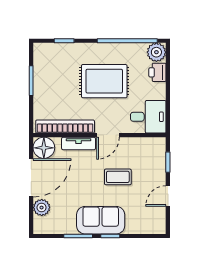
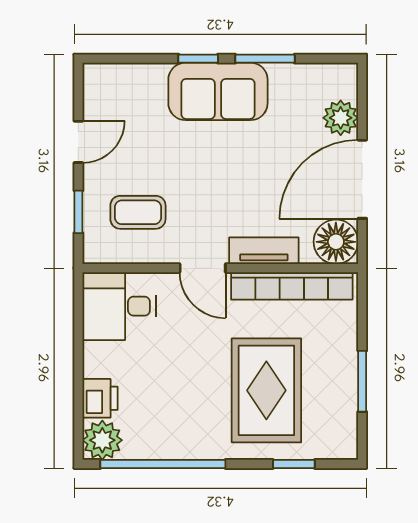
rug: (104, 81) -> (266, 390), moved, turned 90
door: (108, 135) -> (203, 268), swing flipped
coffee table: (118, 177) -> (138, 212), moved

